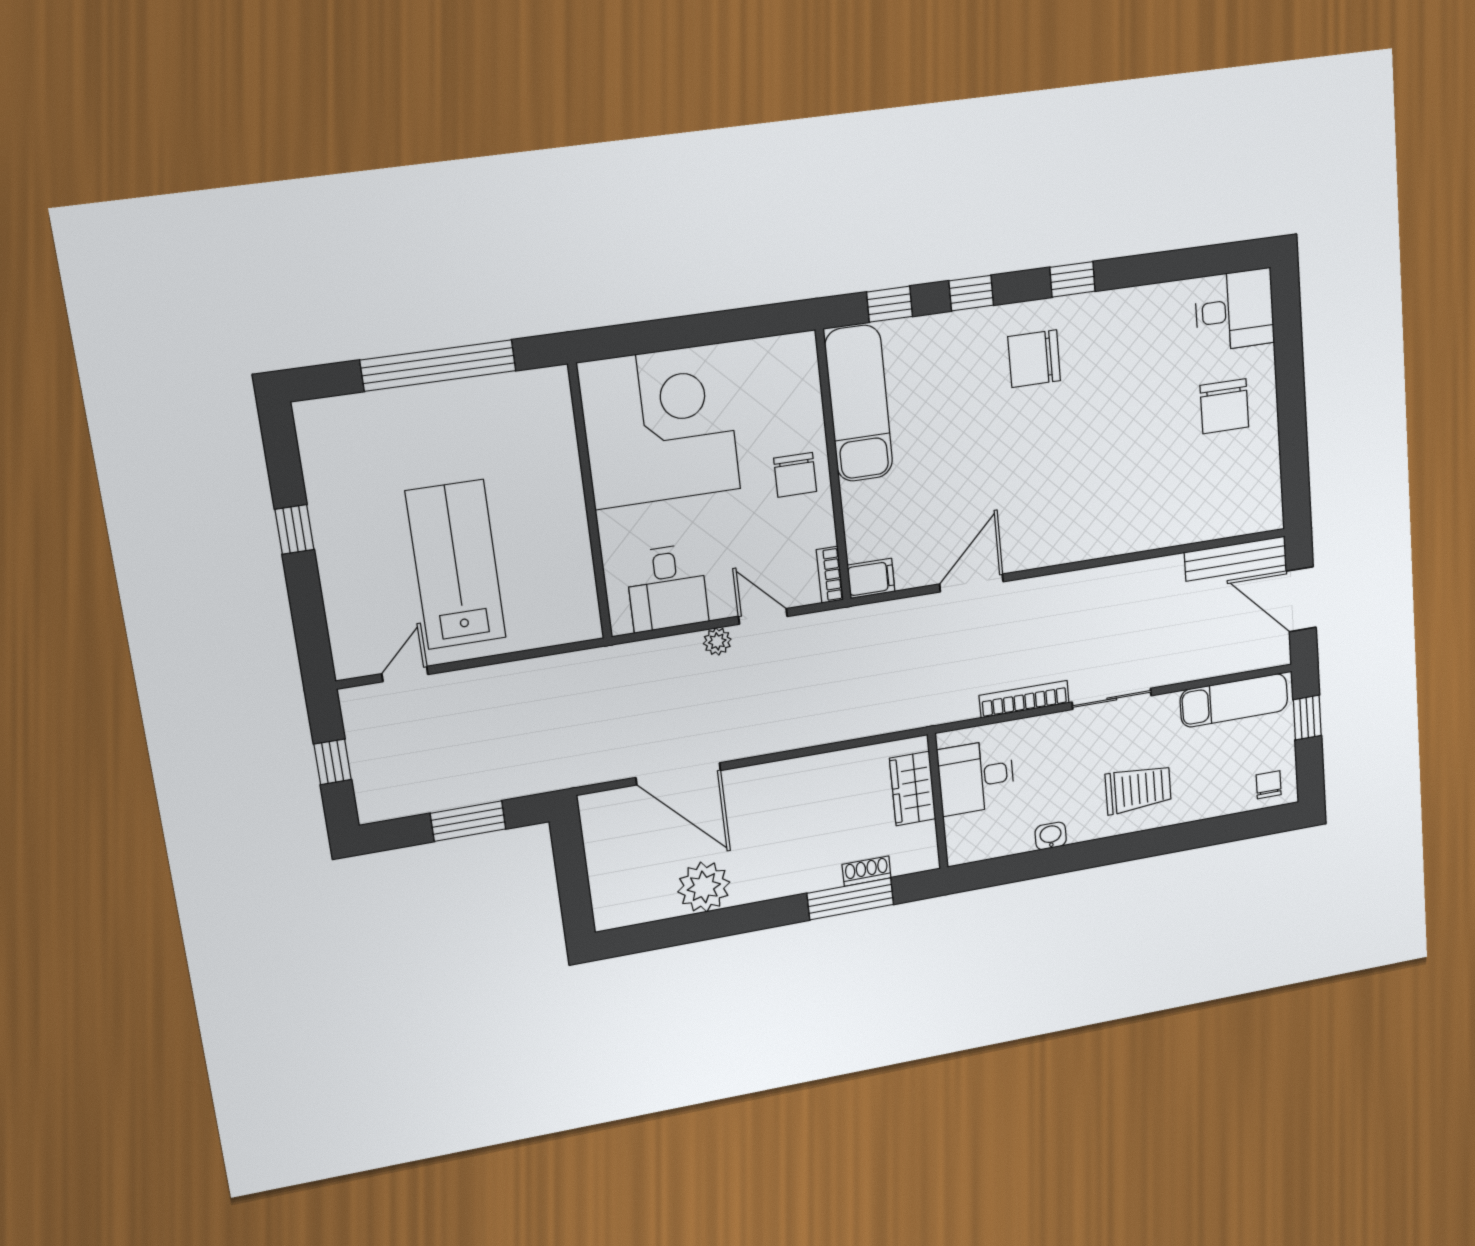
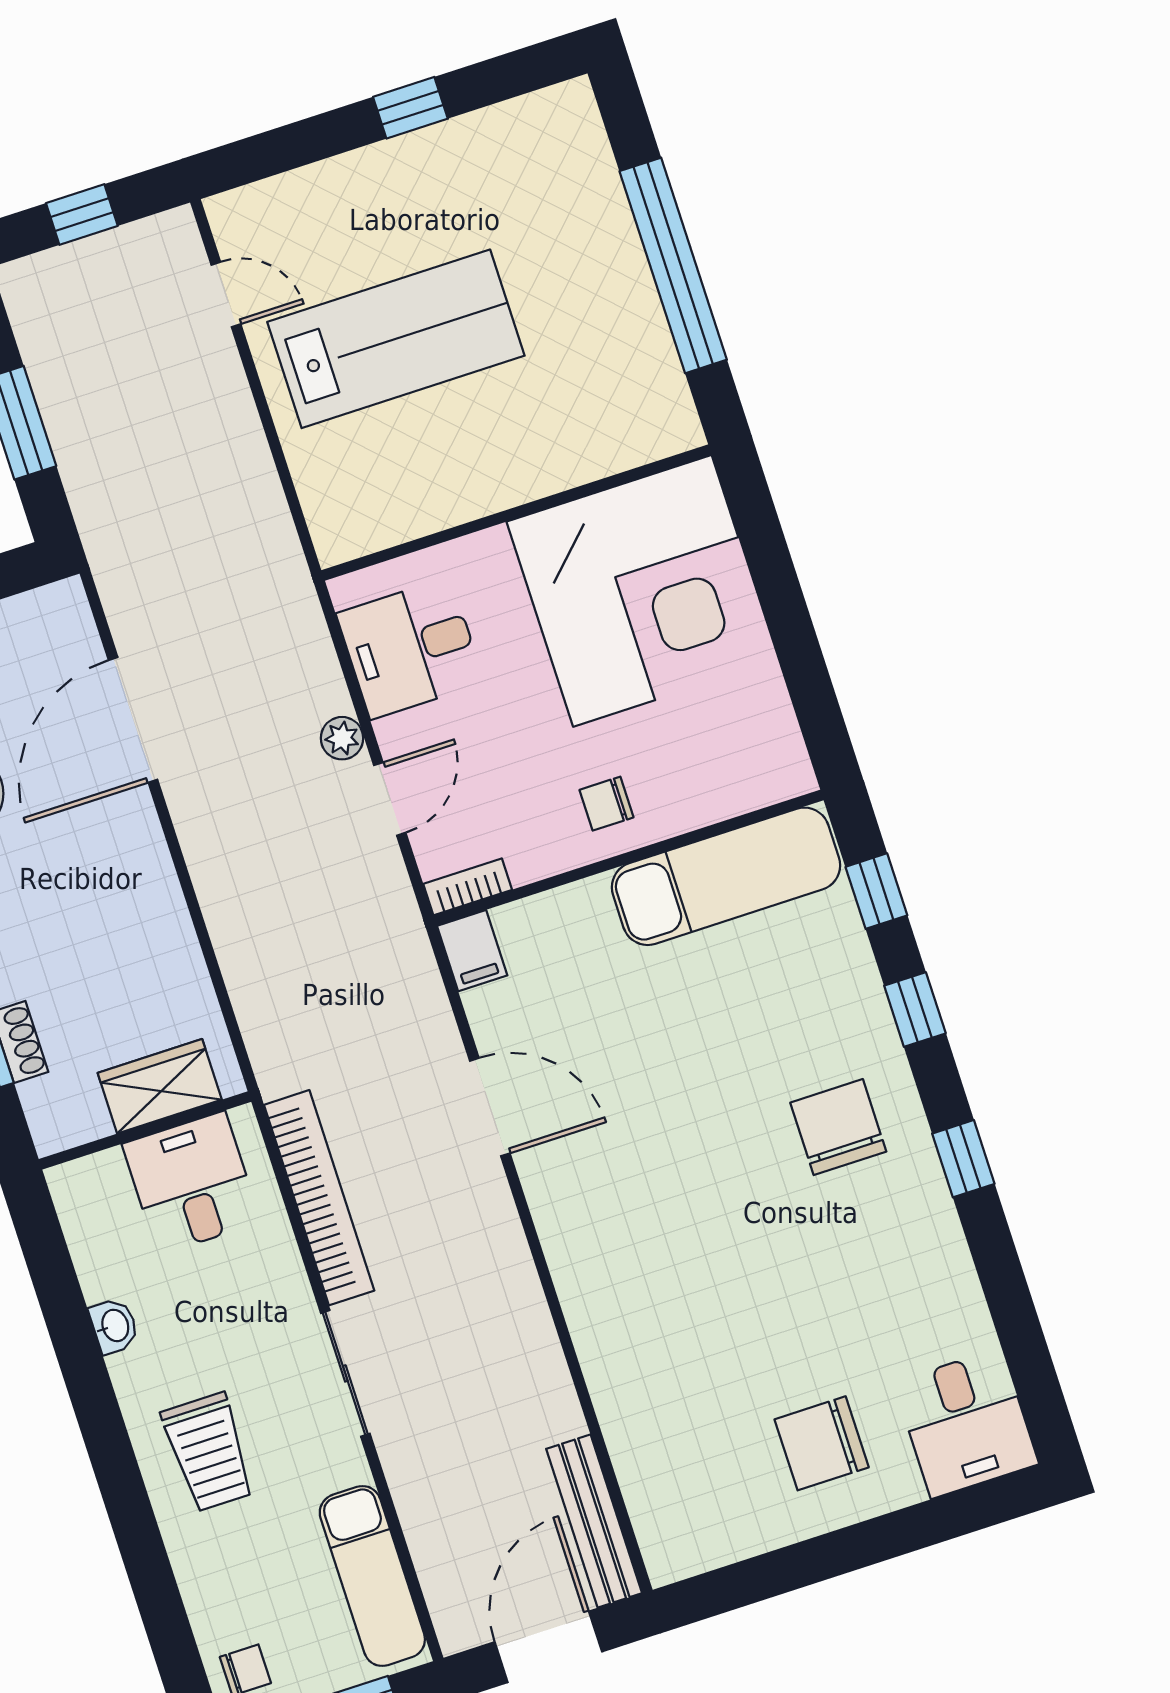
chair: (795, 475) -> (606, 804), width x0.73, depth x0.73
bookcase: (1024, 699) -> (319, 1198), width x1.48, depth x1.31

